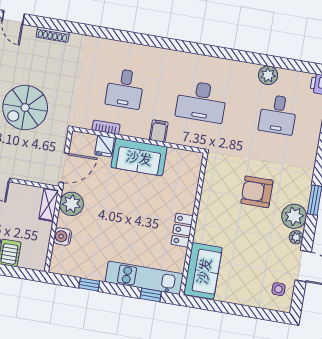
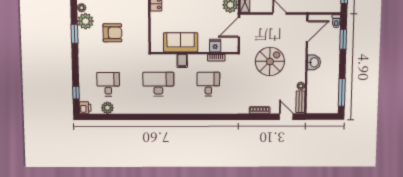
plant: (268, 75) -> (107, 108), moved
sofa: (139, 157) -> (181, 42), moved

